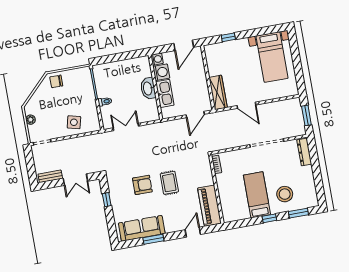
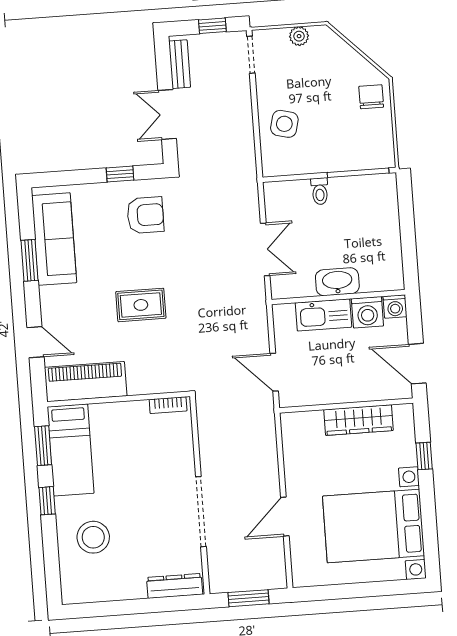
bed with nightstands: (272, 57) -> (374, 526), width x1.36
wardrobe: (218, 92) -> (358, 420), moved
door: (246, 105) -> (285, 517), moved
double door: (126, 127) -> (265, 249), moved
window: (30, 162) -> (212, 26), added
armchair: (142, 185) -> (145, 215), moved, turned -90
bed: (257, 195) -> (71, 450), moved, turned 90
window: (298, 213) -> (43, 446), moved

